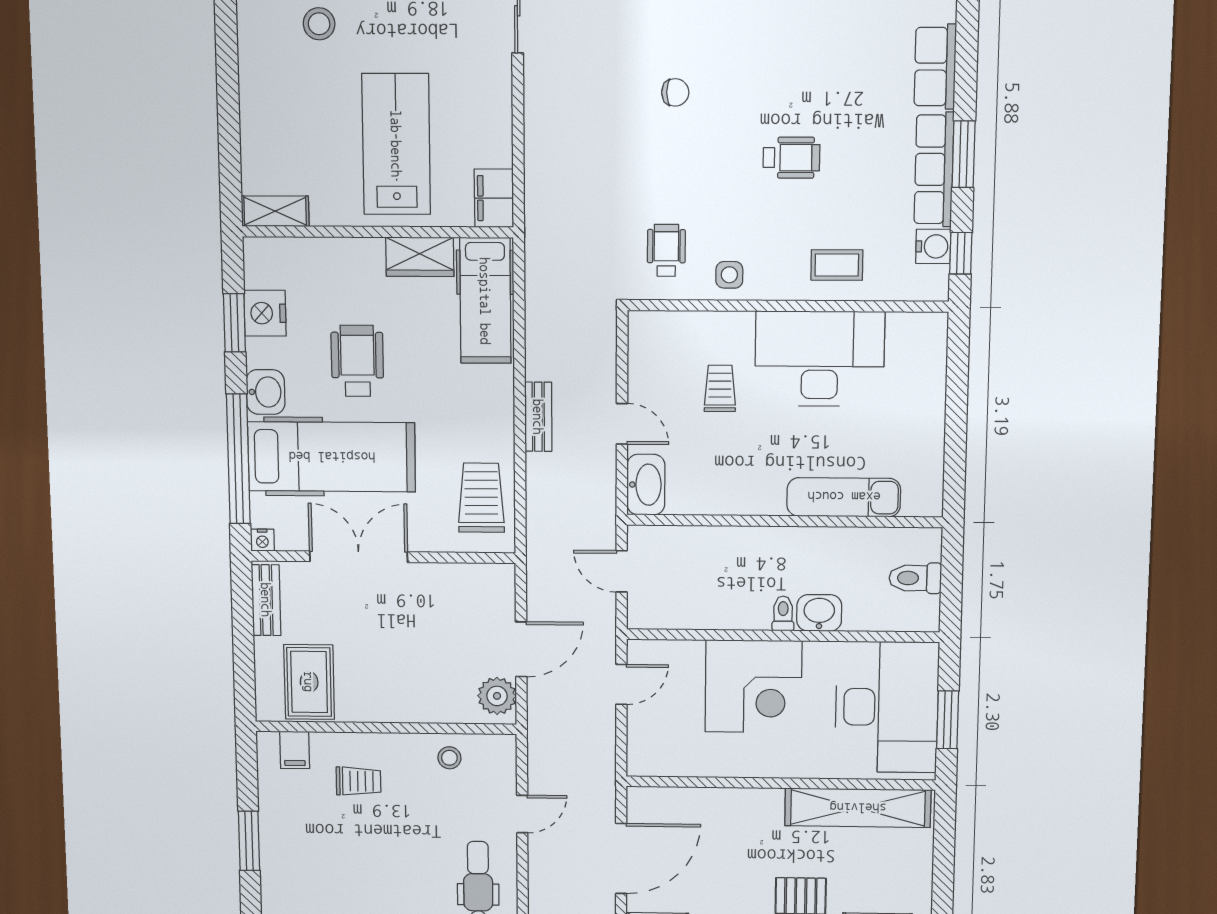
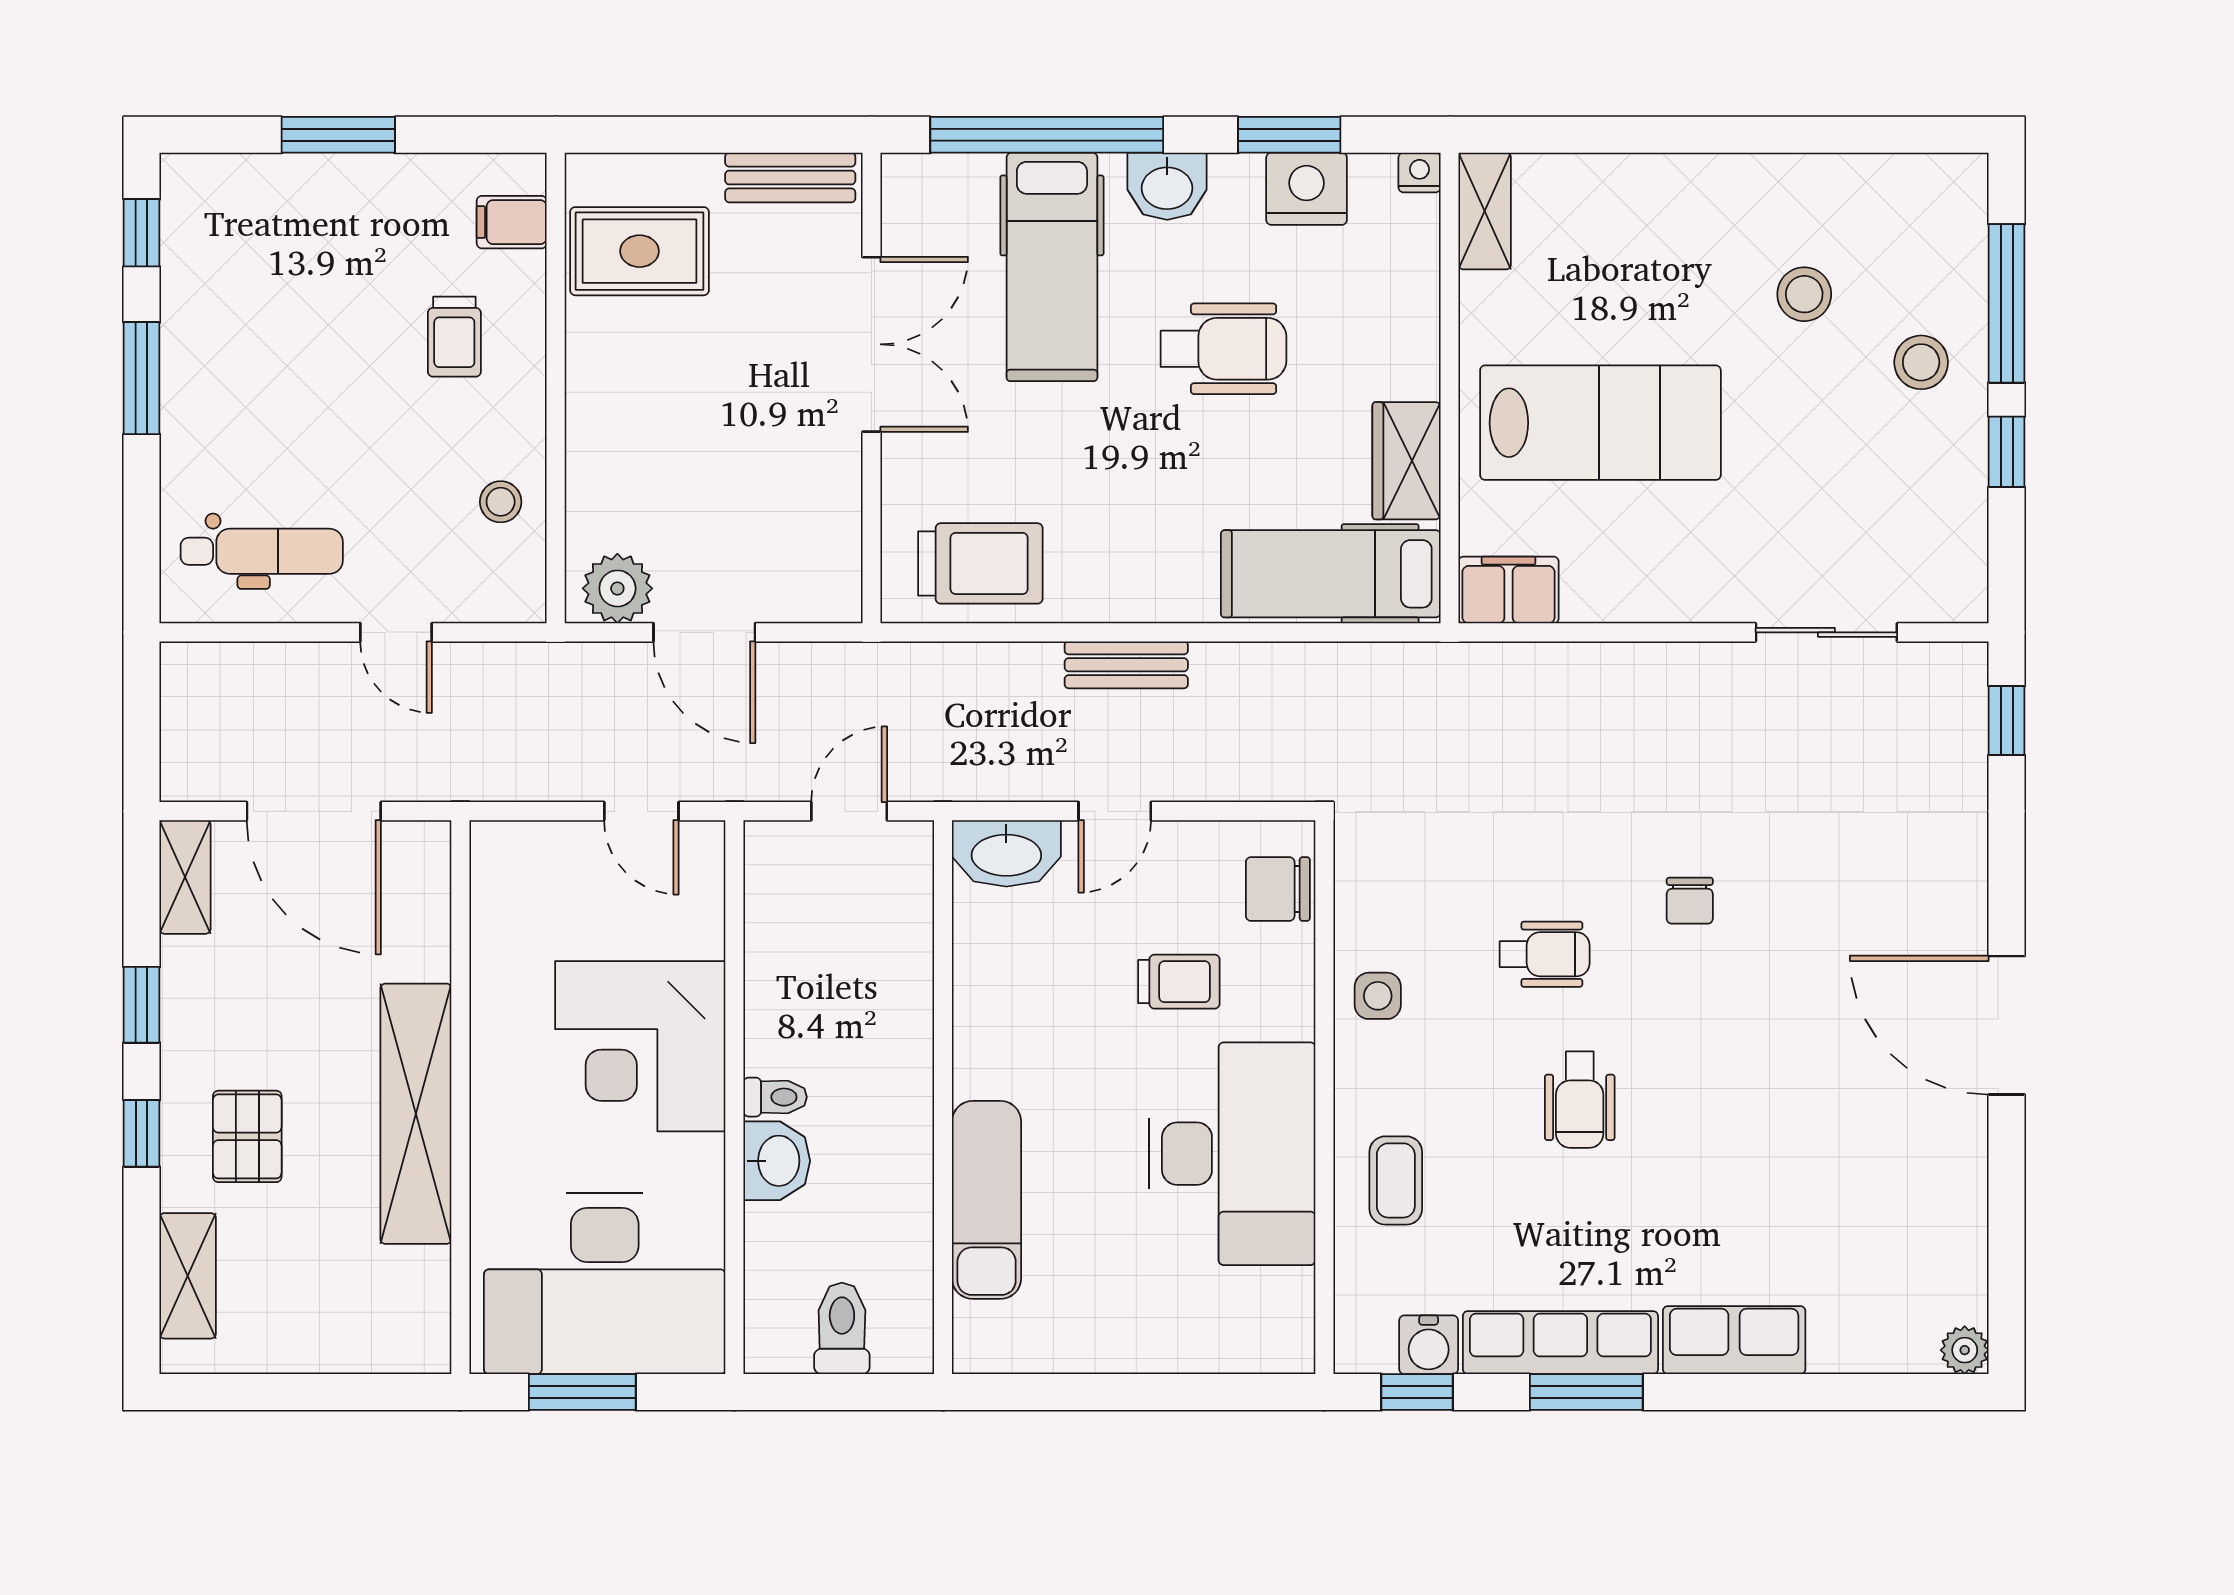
wheelchair: (666, 250) -> (1545, 954), moved
chair: (667, 332) -> (1278, 889), added
hospital bed: (332, 457) -> (1052, 267), width x0.73, depth x0.78
nightstand: (262, 540) -> (1419, 173), moved, turned 90
shelving: (858, 808) -> (416, 1114), moved

